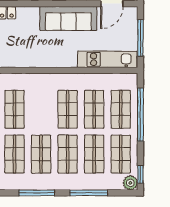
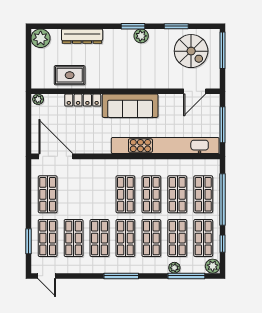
sofa: (68, 18) -> (130, 106), moved
kitchen unit: (107, 59) -> (165, 146), width x1.86
shop shelf: (14, 109) -> (125, 194), moved
window: (140, 174) -> (222, 244), moved
plant: (91, 185) -> (174, 268), added
window: (89, 193) -> (186, 276), moved

